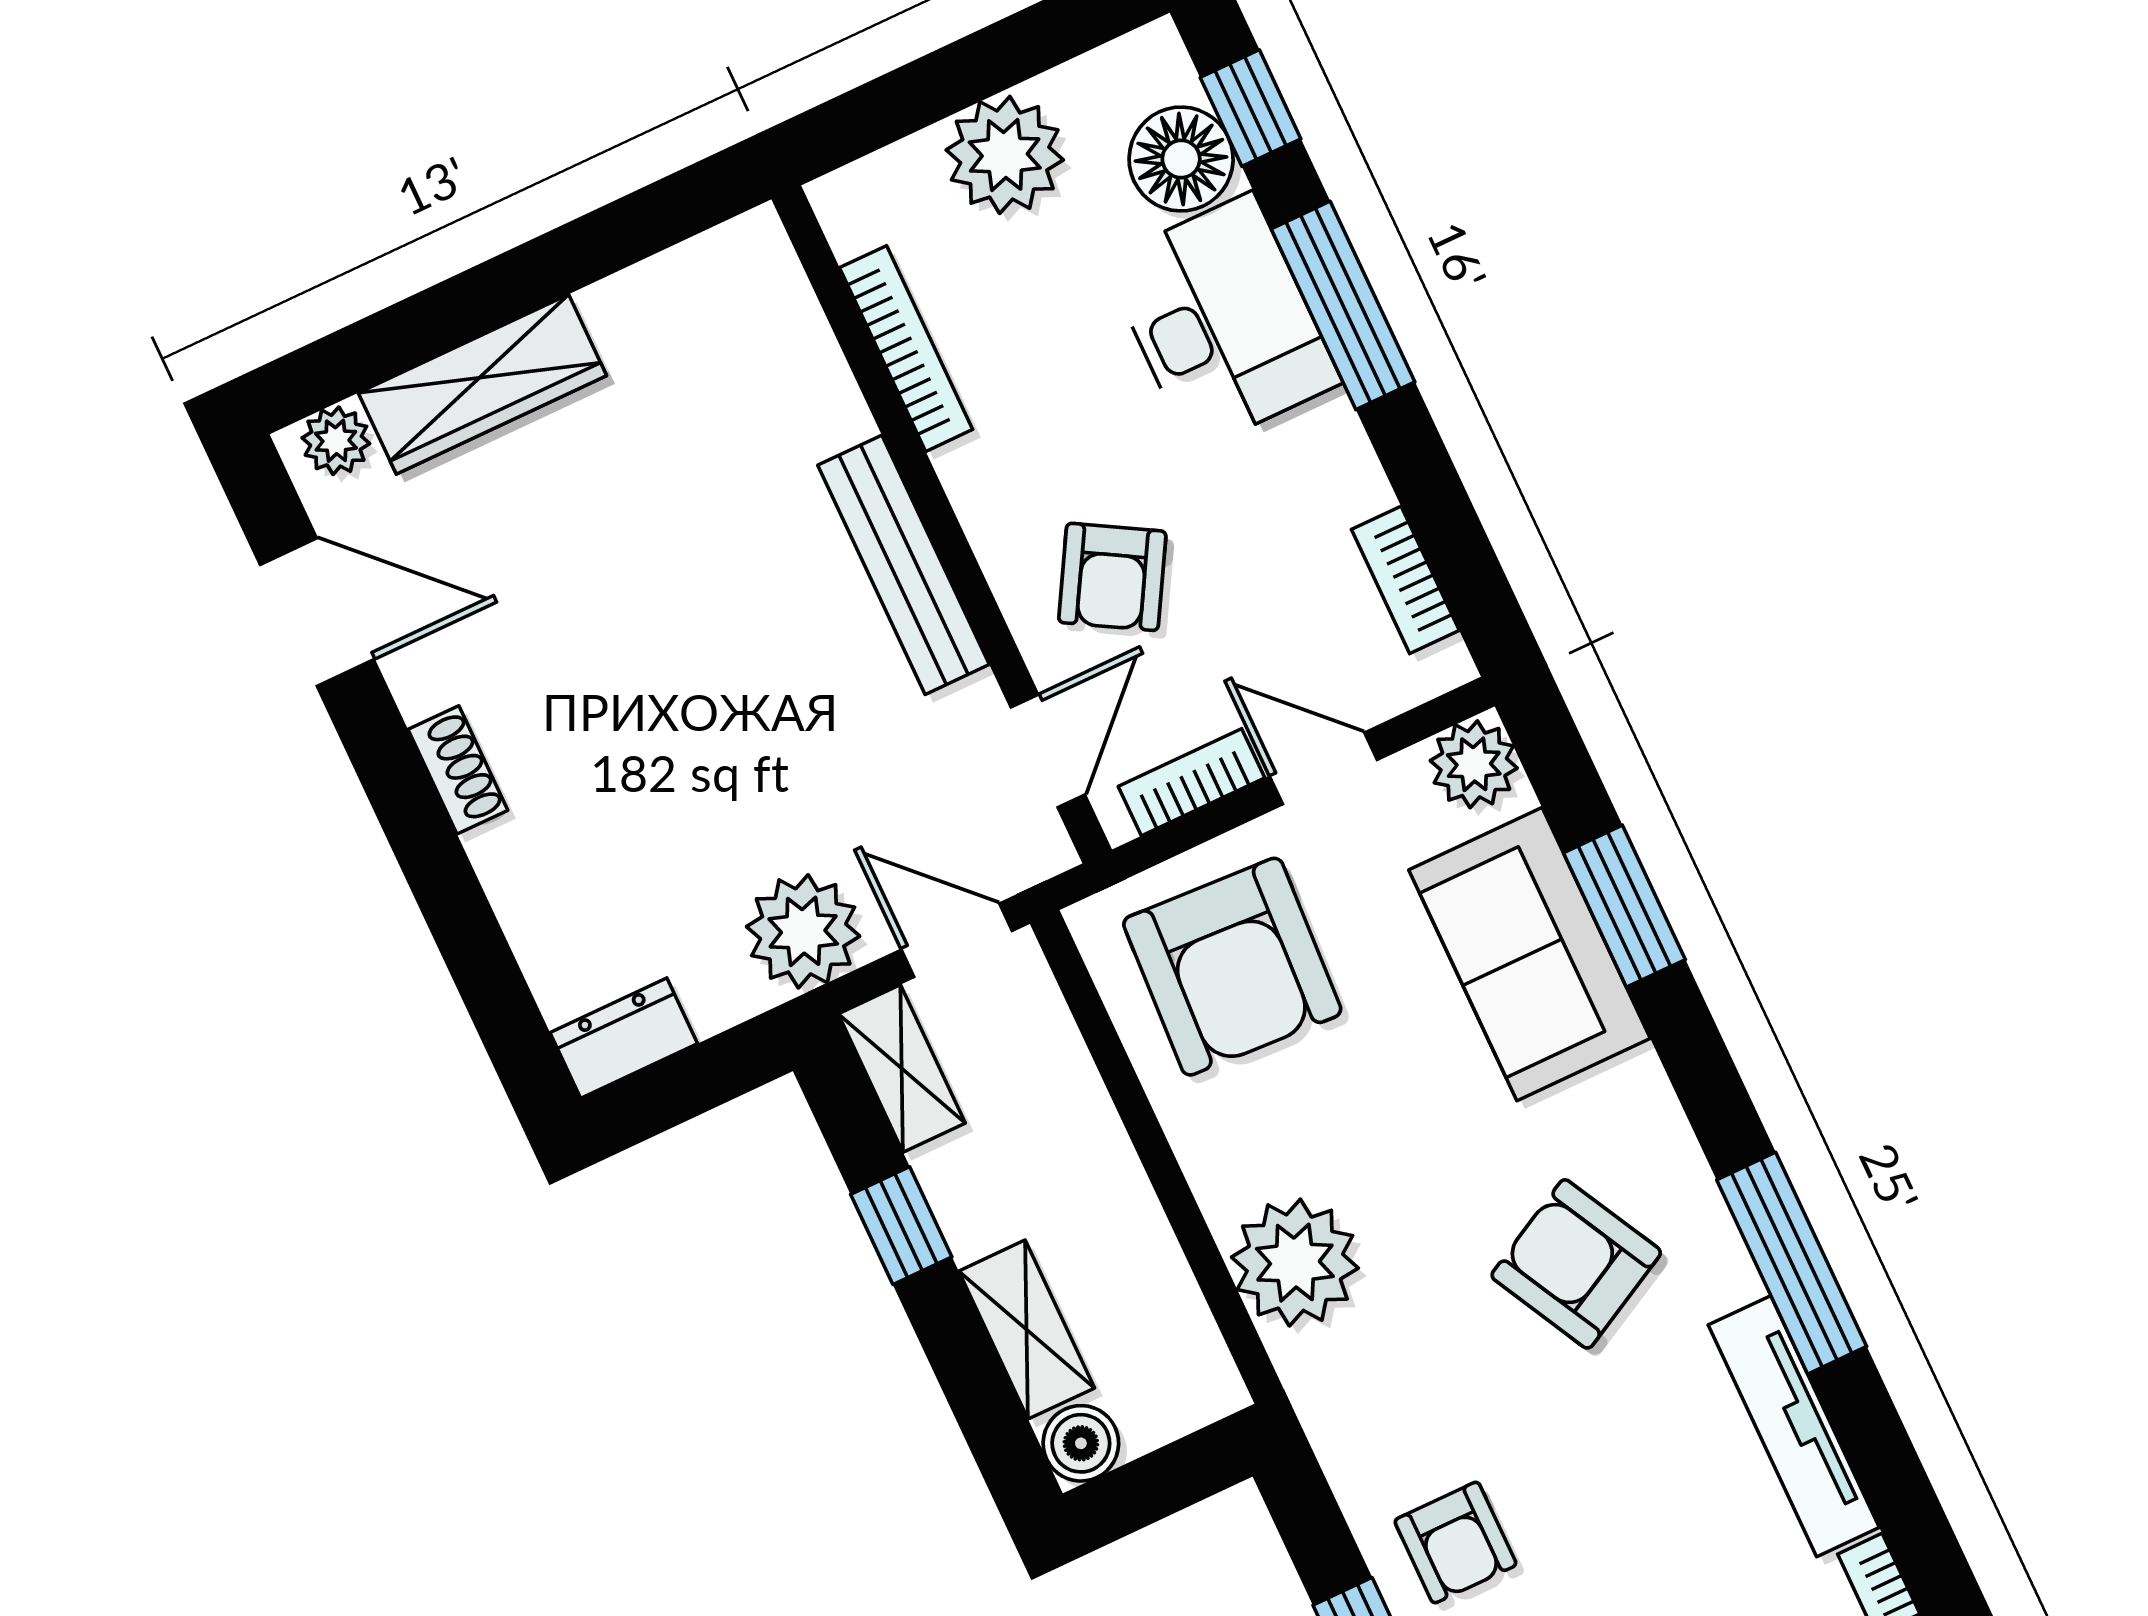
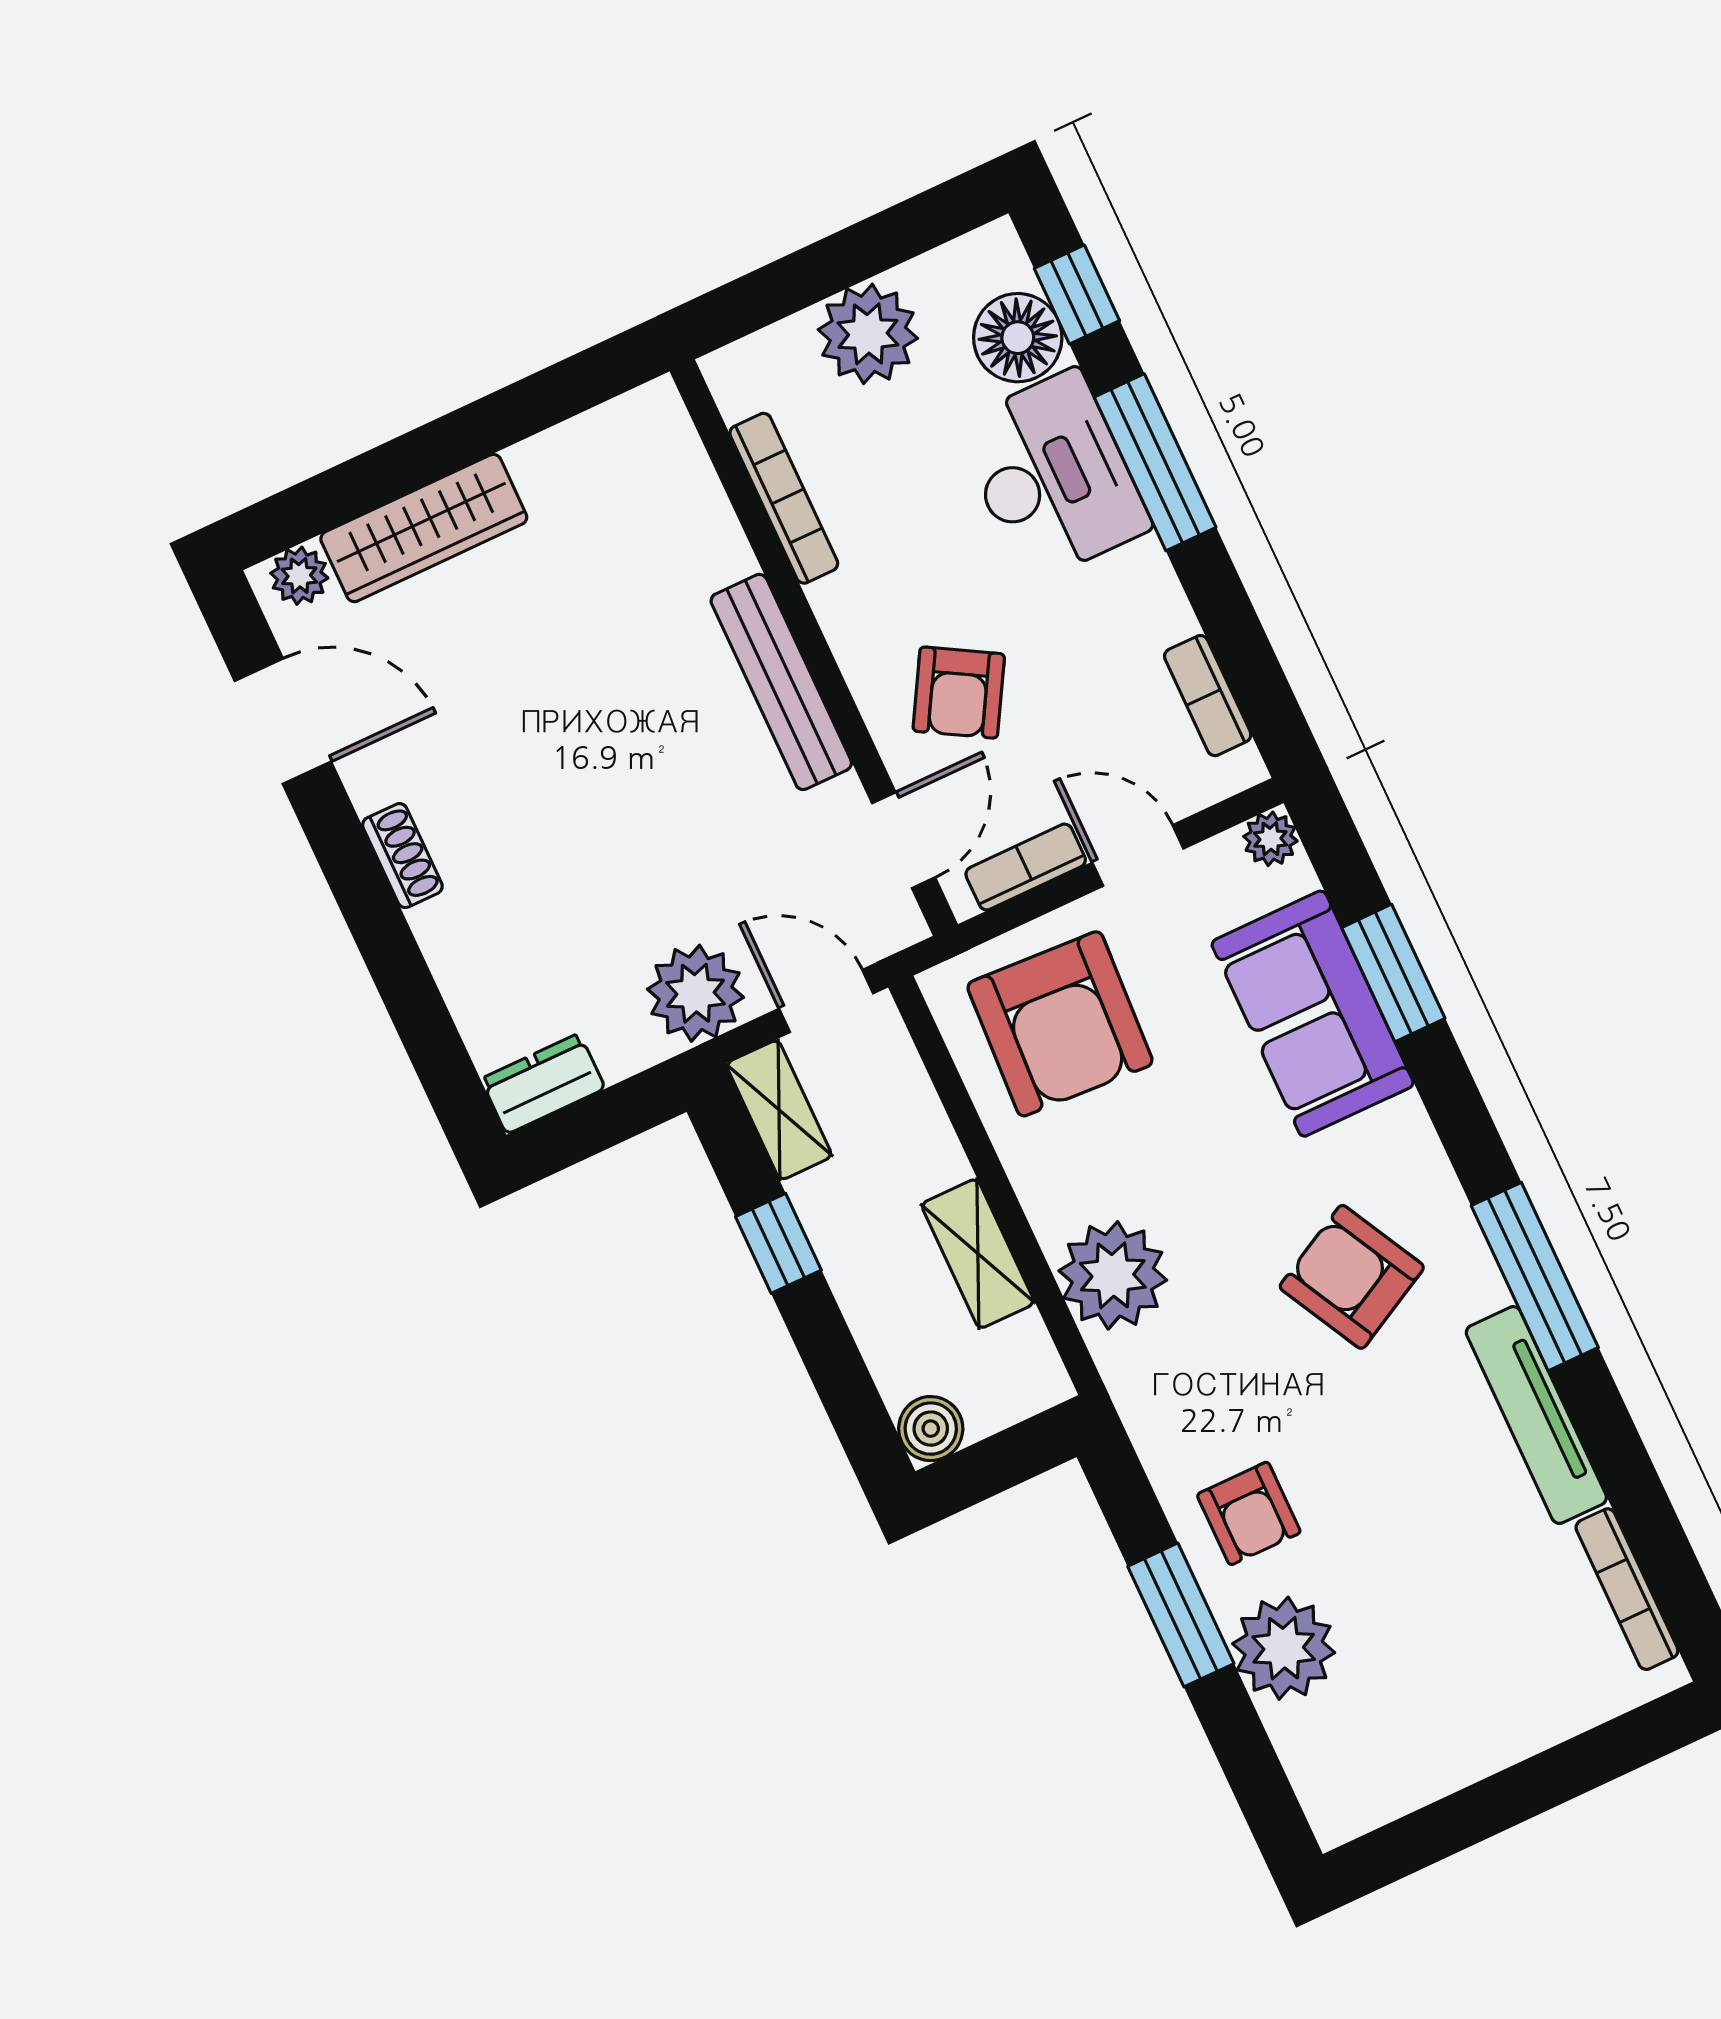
plant: (1474, 764) -> (1270, 839), width x0.73, depth x0.73
shelving: (1027, 1330) -> (978, 1254), moved

